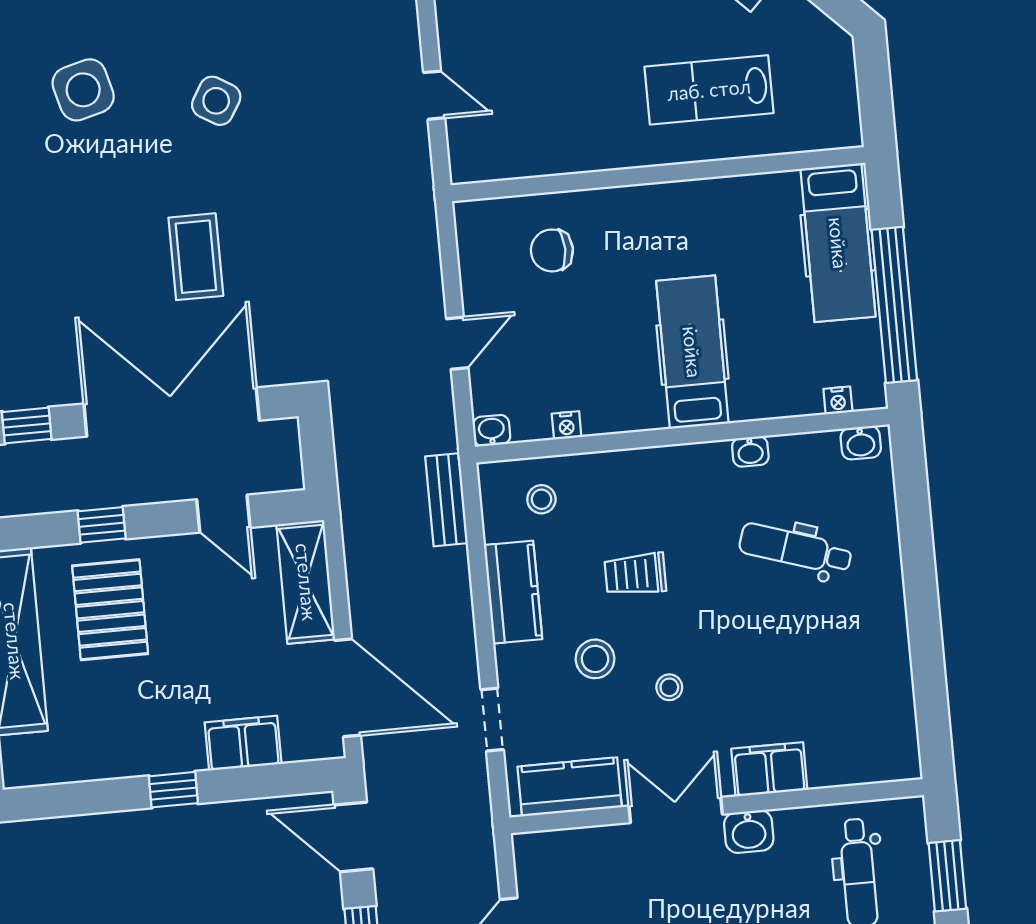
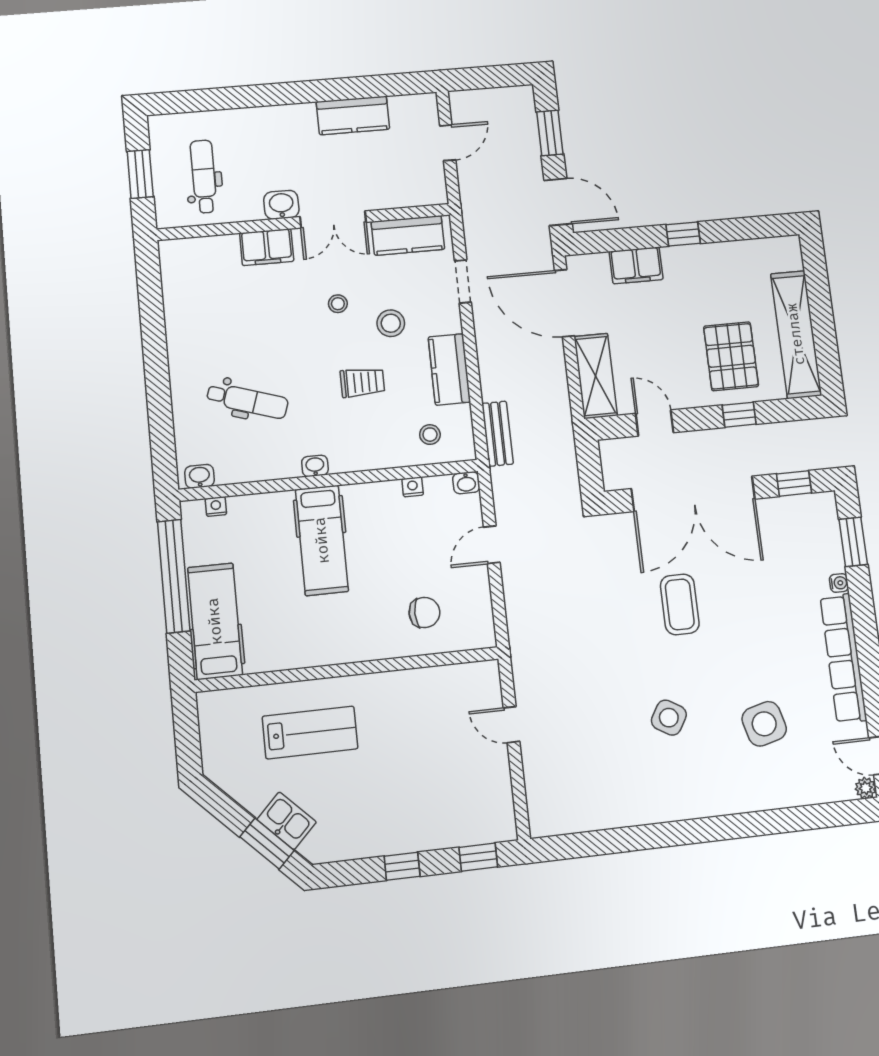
washbasin: (750, 452) -> (315, 466), moved

